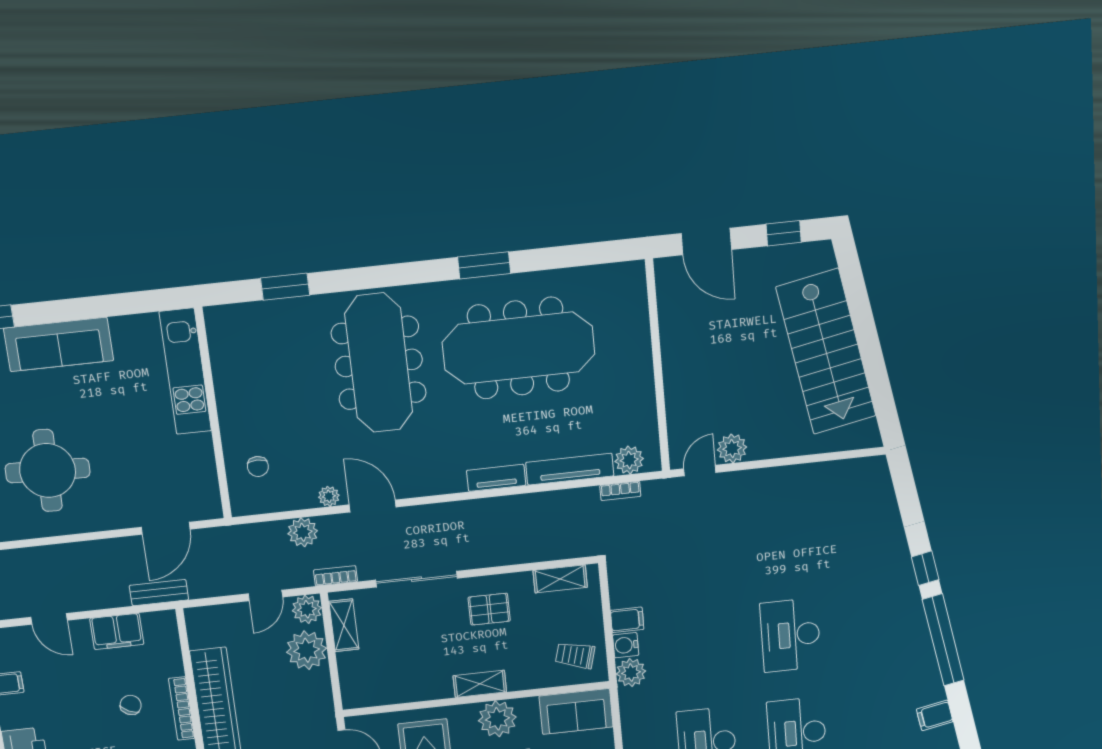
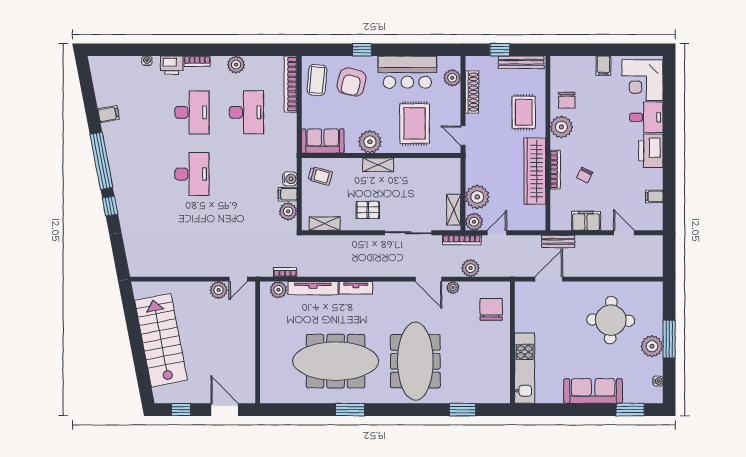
chair: (258, 467) -> (491, 309), width x1.87, depth x1.87
bookcase: (336, 576) -> (462, 240), width x1.56
plant: (631, 673) -> (288, 211), moved

